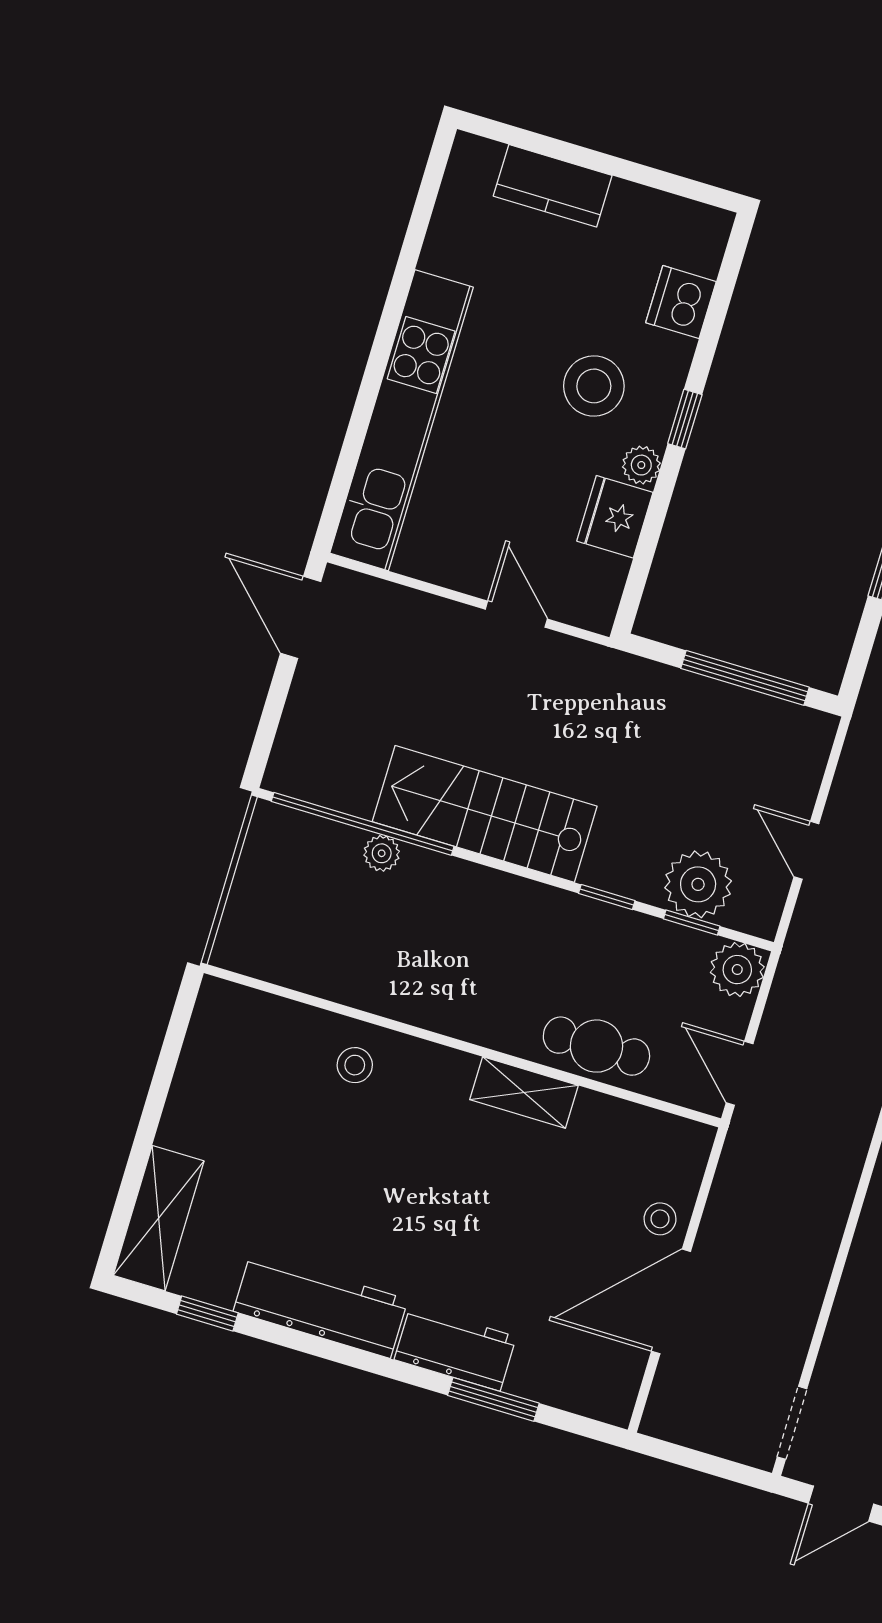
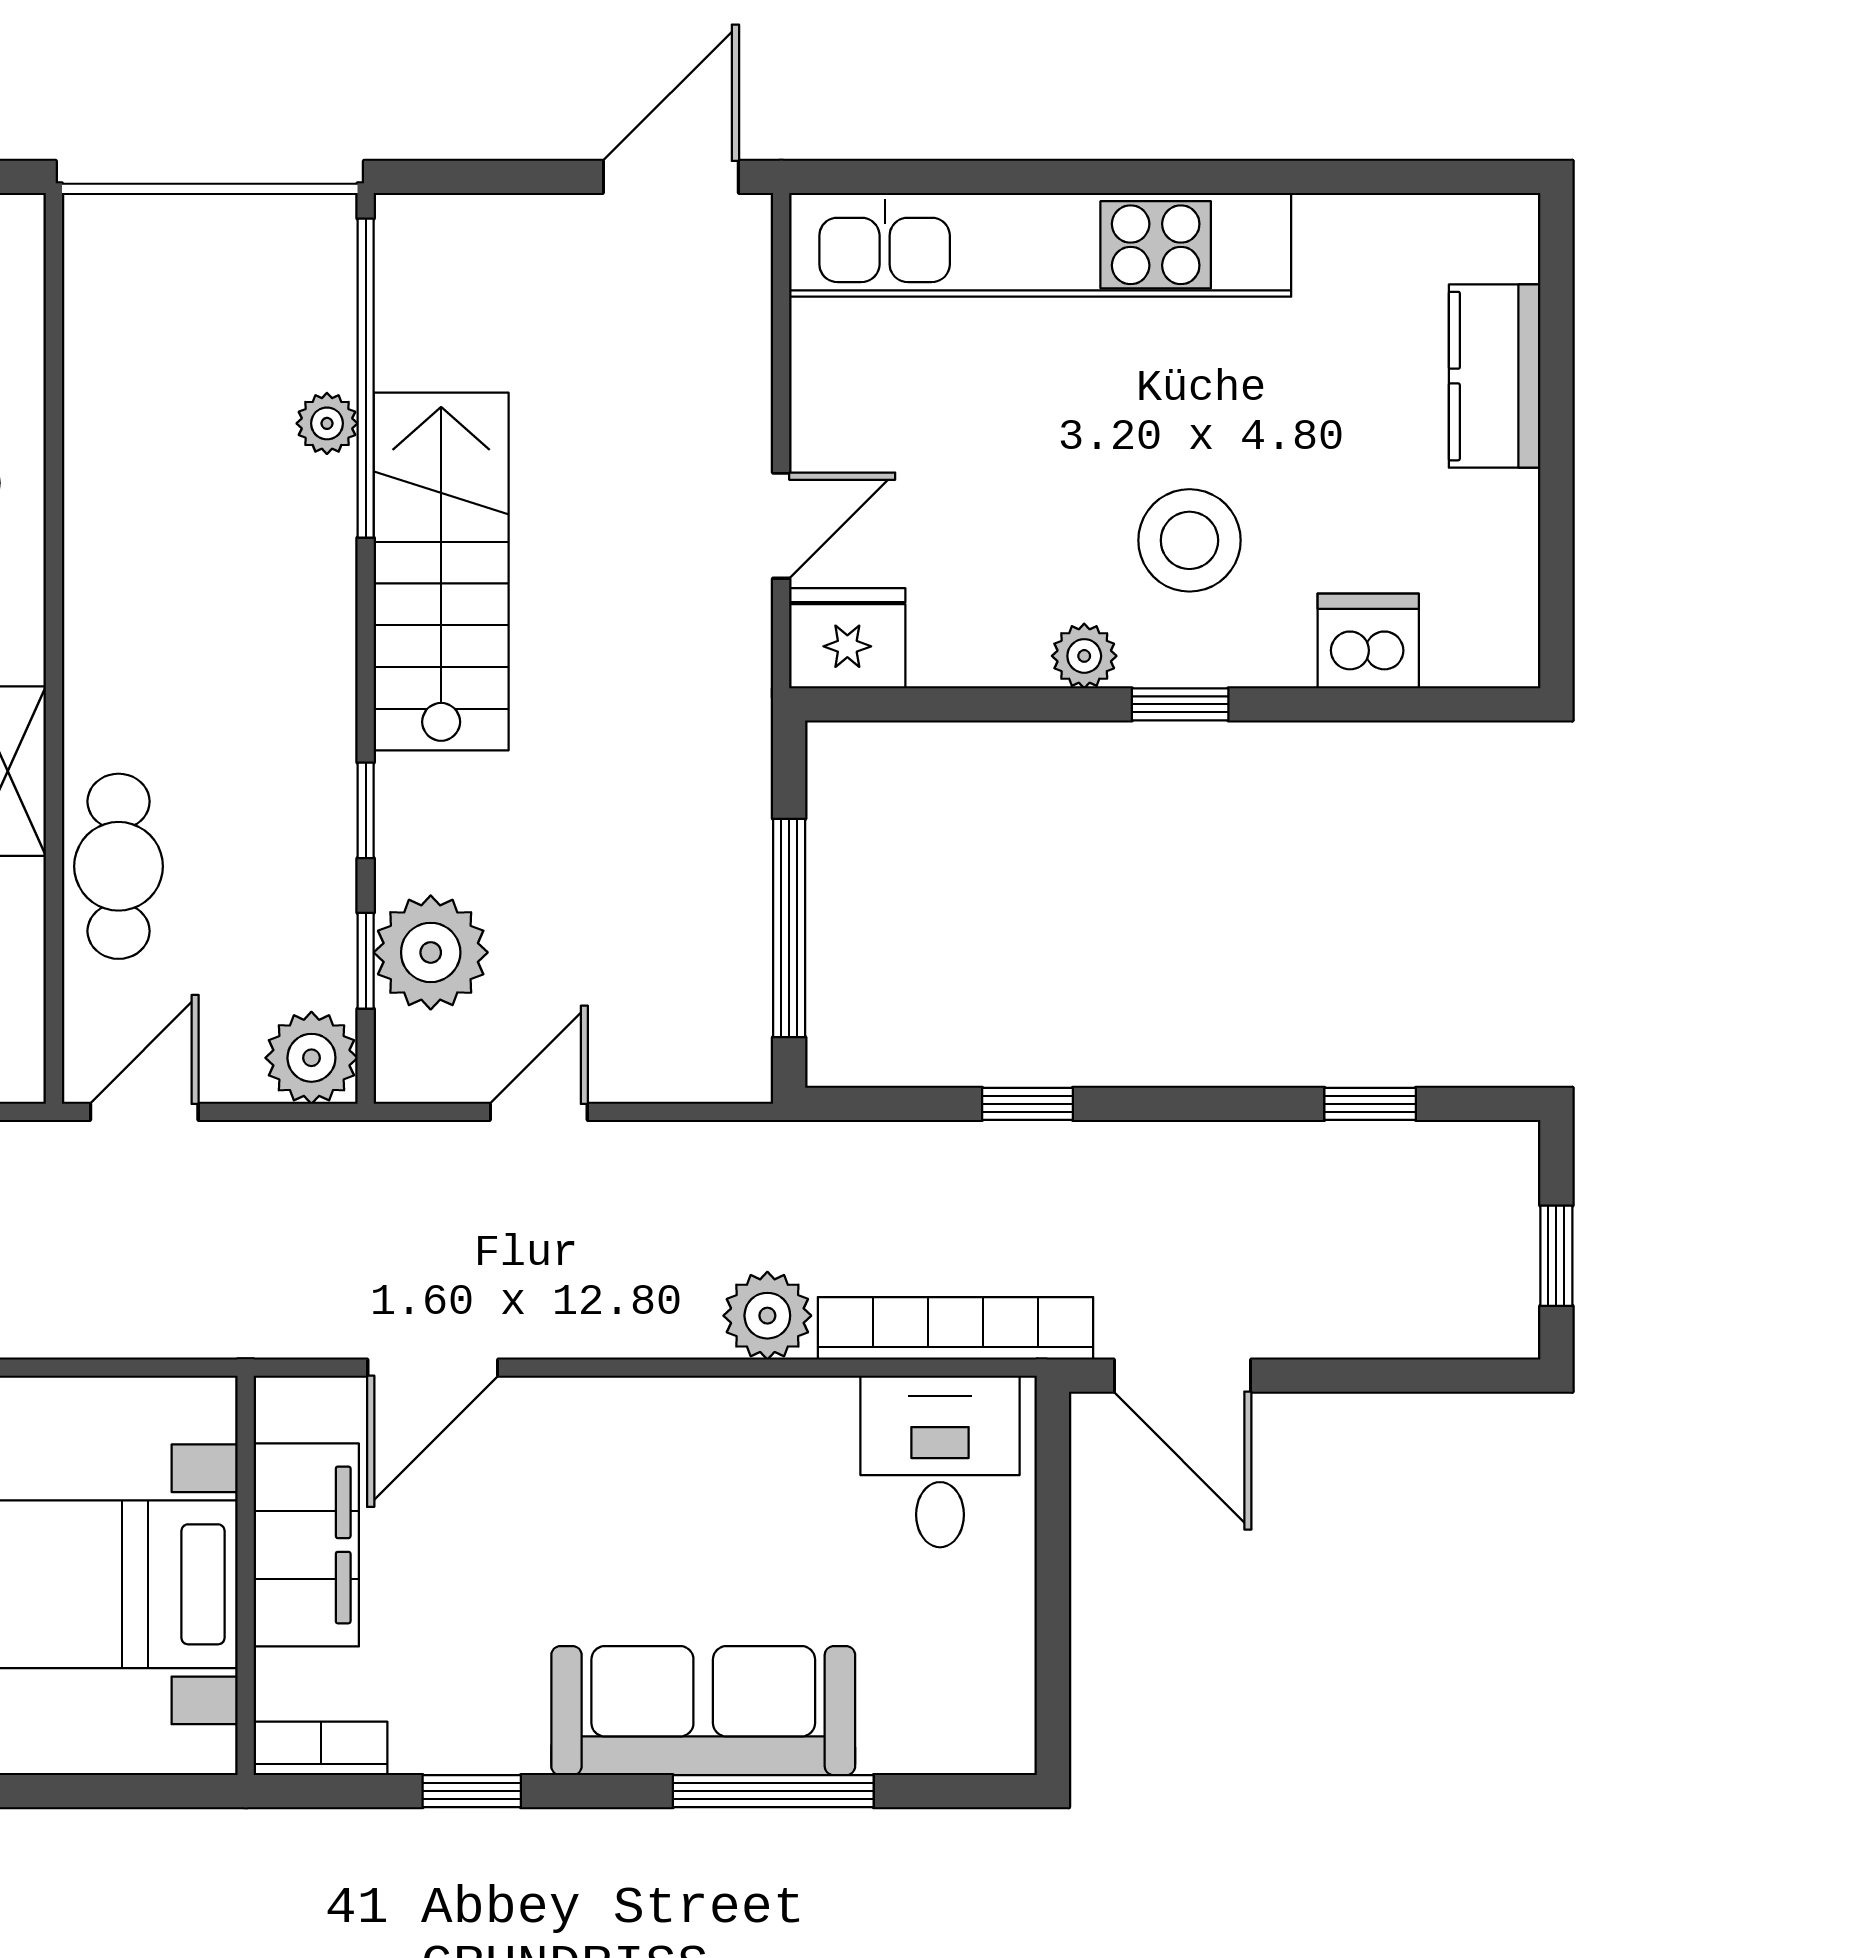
fridge: (615, 517) -> (847, 638), moved

